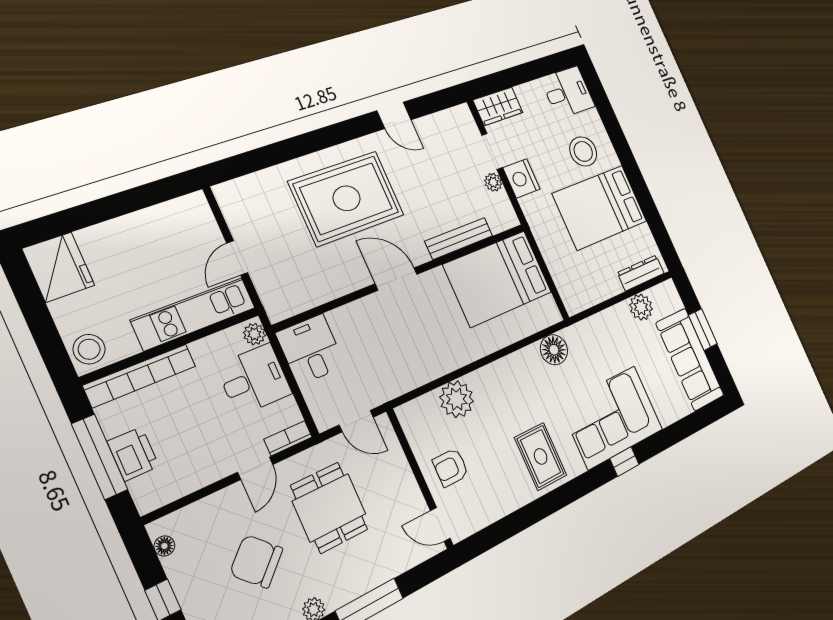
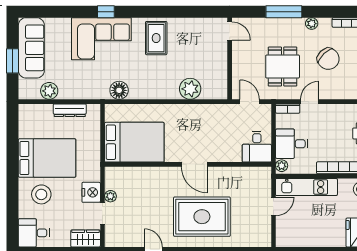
bench: (459, 238) -> (147, 173), removed
dresser: (641, 273) -> (70, 110), moved
armchair: (451, 467) -> (210, 56), removed

